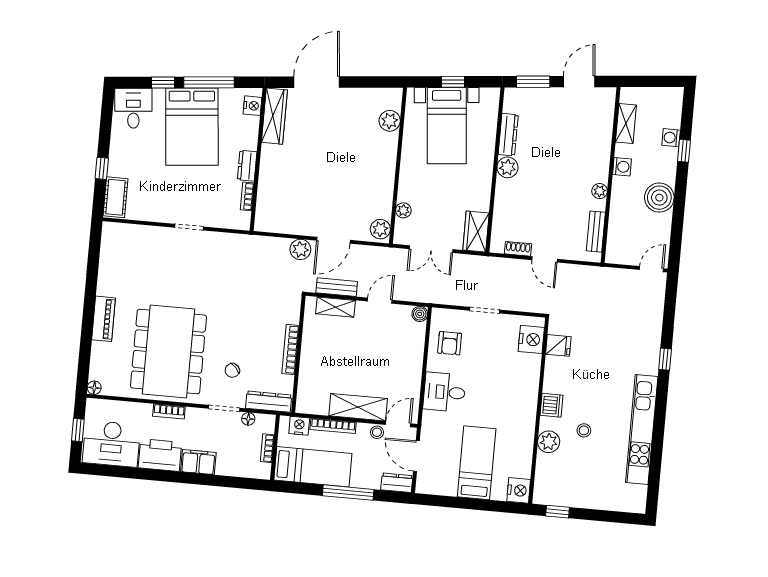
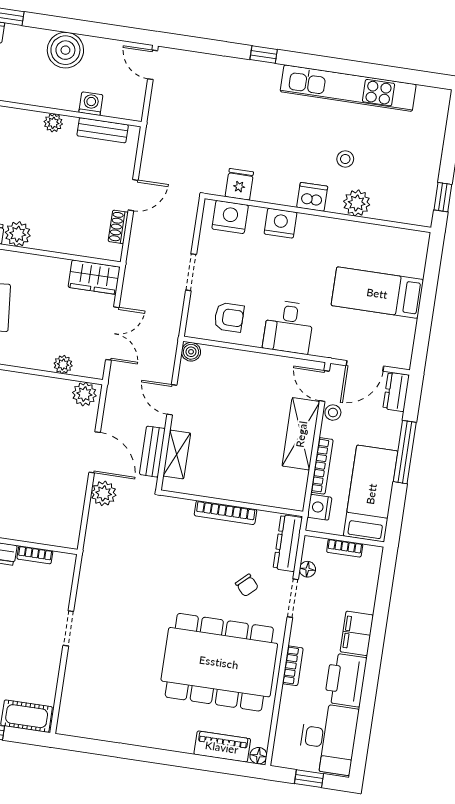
washing machine: (622, 167) -> (91, 104), moved
piano: (104, 319) -> (222, 747), moved
nightstand: (519, 490) -> (281, 223), moved

